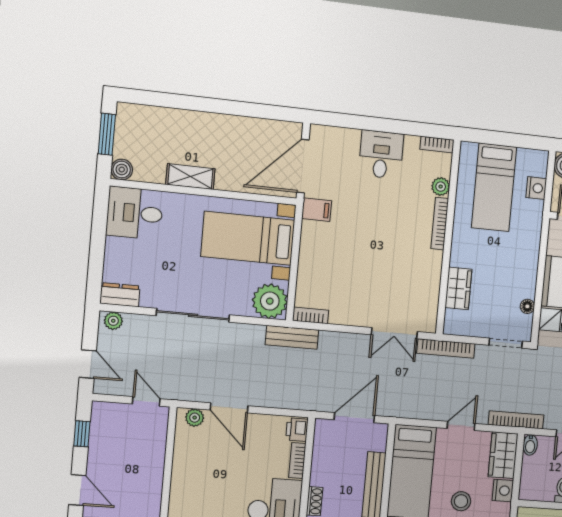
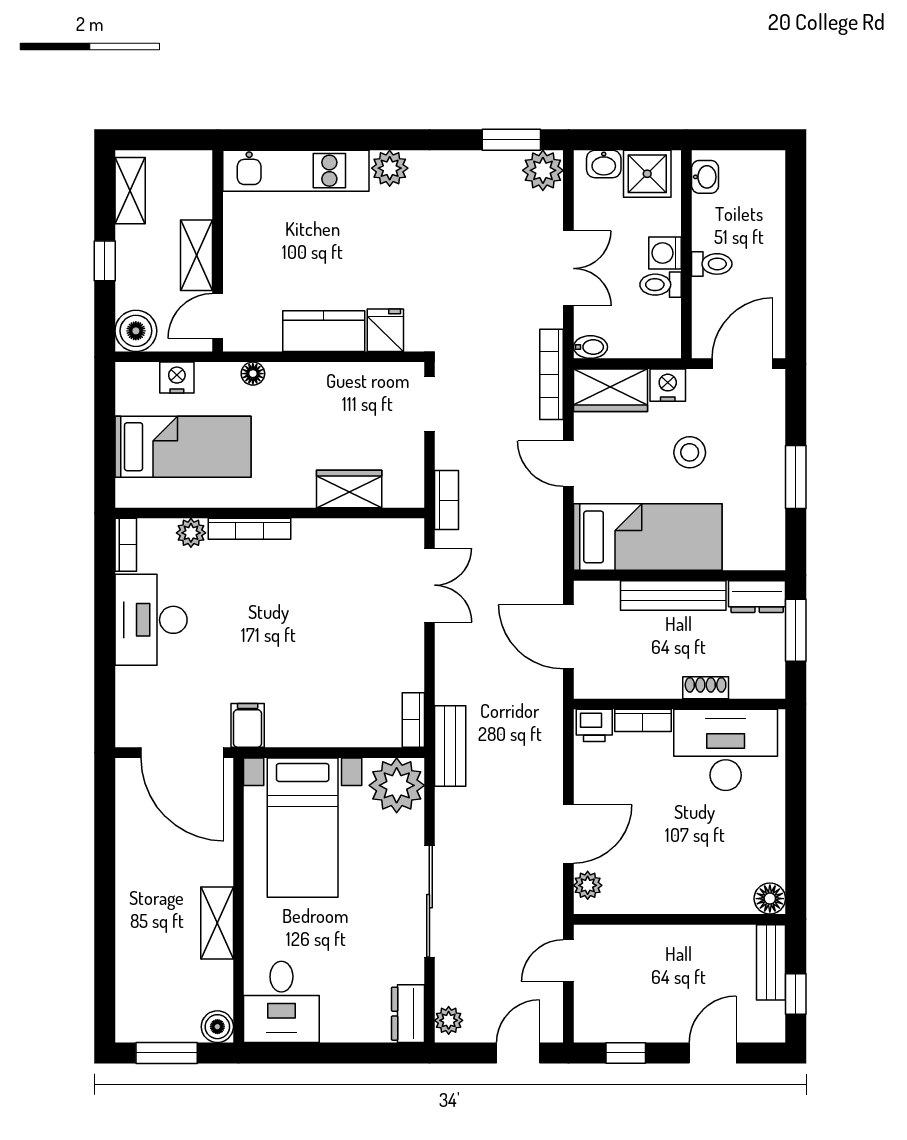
desk: (381, 154) -> (151, 620), width x1.37
floor lamp: (527, 306) -> (253, 374), moved
bookcase: (446, 349) -> (447, 500), width x0.64

